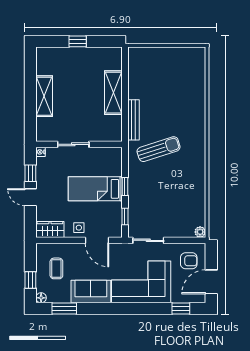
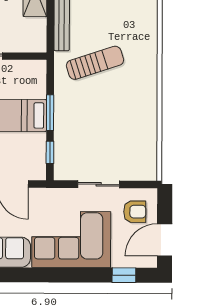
window: (125, 187) -> (50, 113), width x1.50
plant: (200, 232) -> (150, 173), removed
sliding door: (148, 240) -> (99, 184), moved

